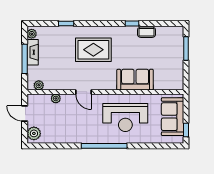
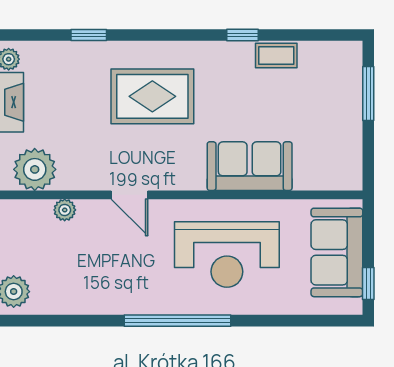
plant: (39, 85) -> (35, 169), width x1.88, depth x1.88

